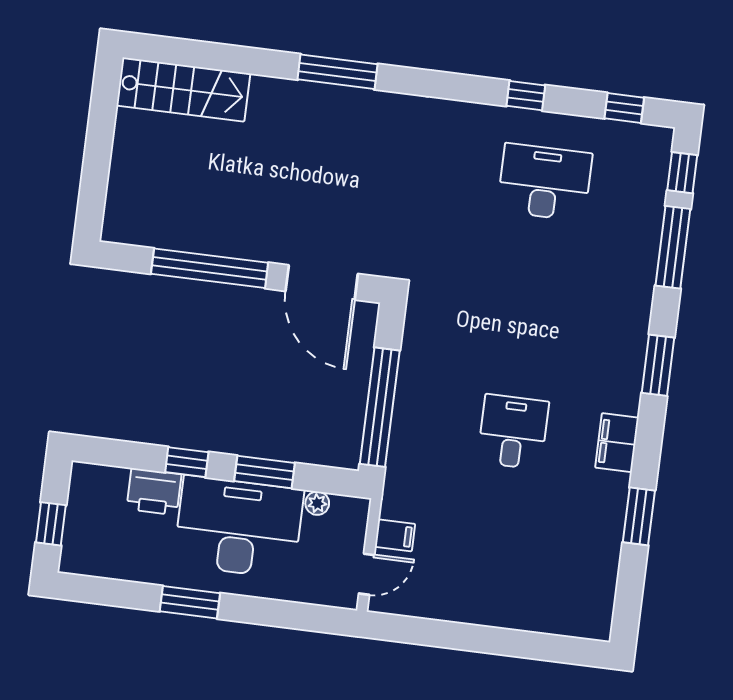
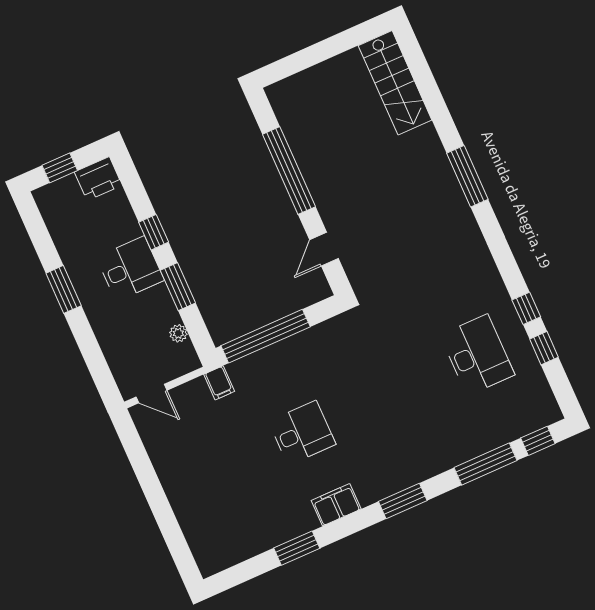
window: (624, 108) -> (544, 348), moved
door: (322, 282) -> (324, 249), width x0.53
printer: (154, 492) -> (98, 179), moved, turned -90
desk: (239, 527) -> (130, 269), width x0.53, depth x0.77
filing cabinet: (395, 535) -> (219, 383), moved

